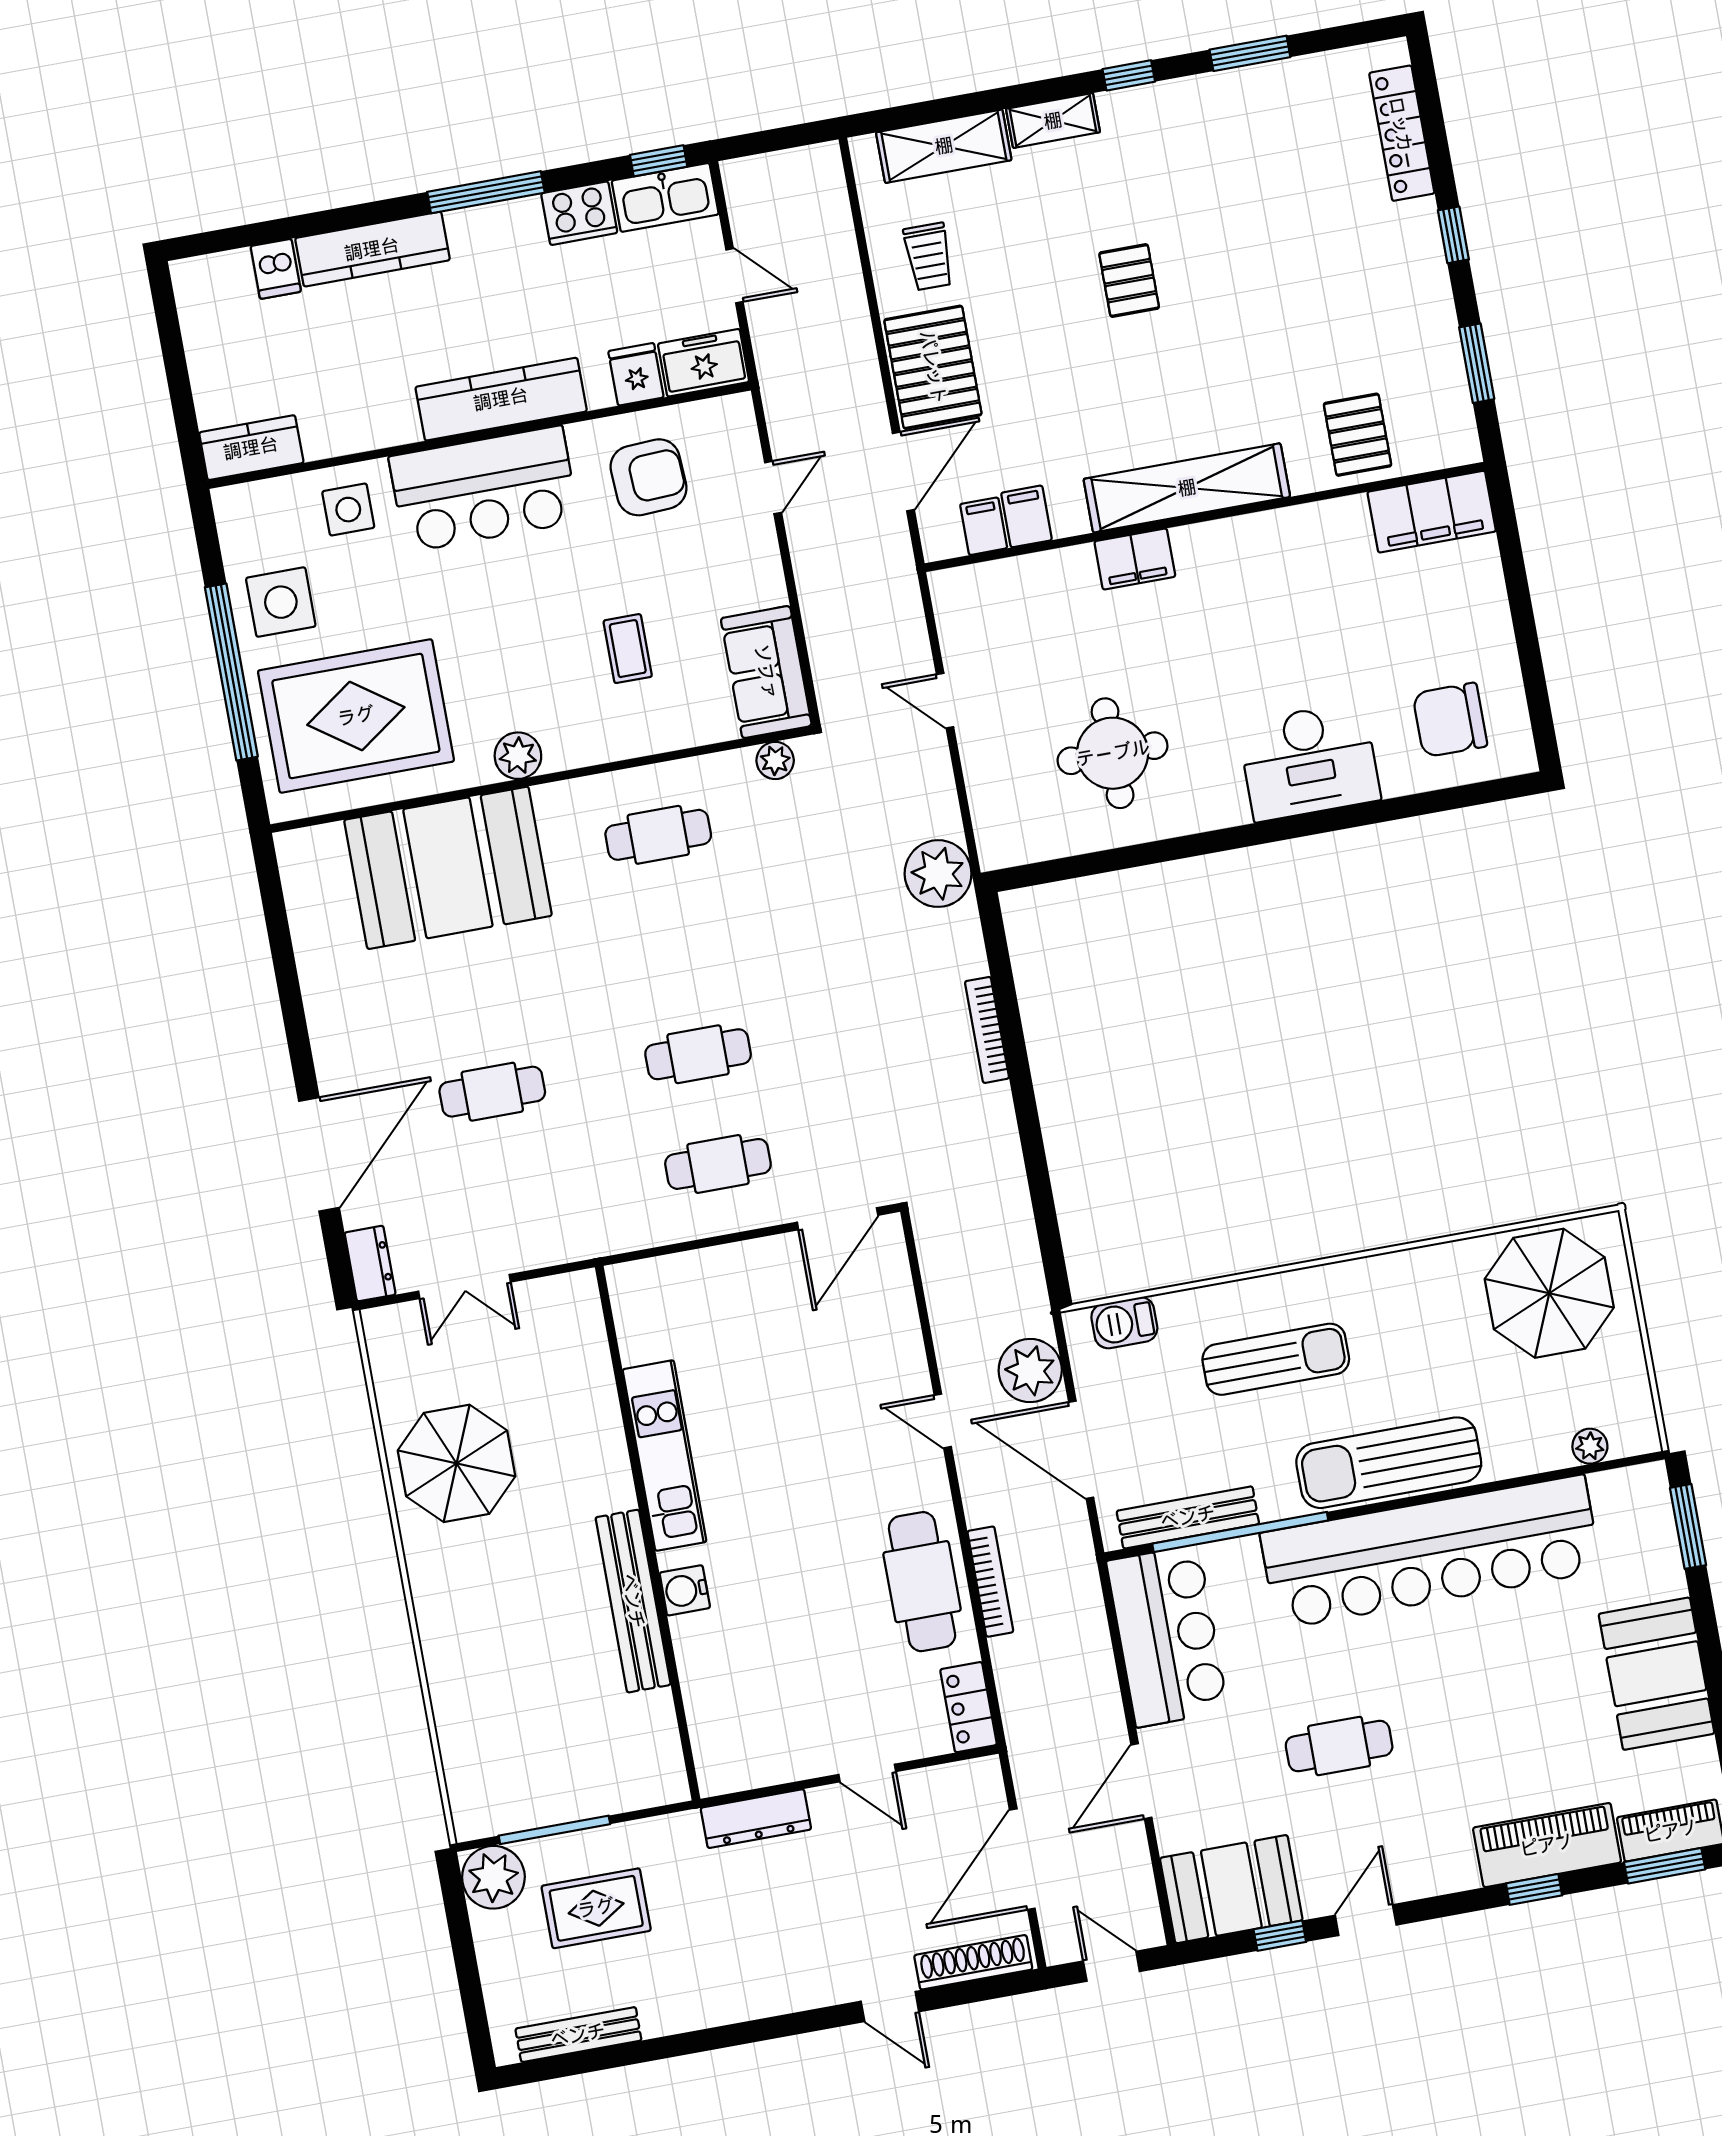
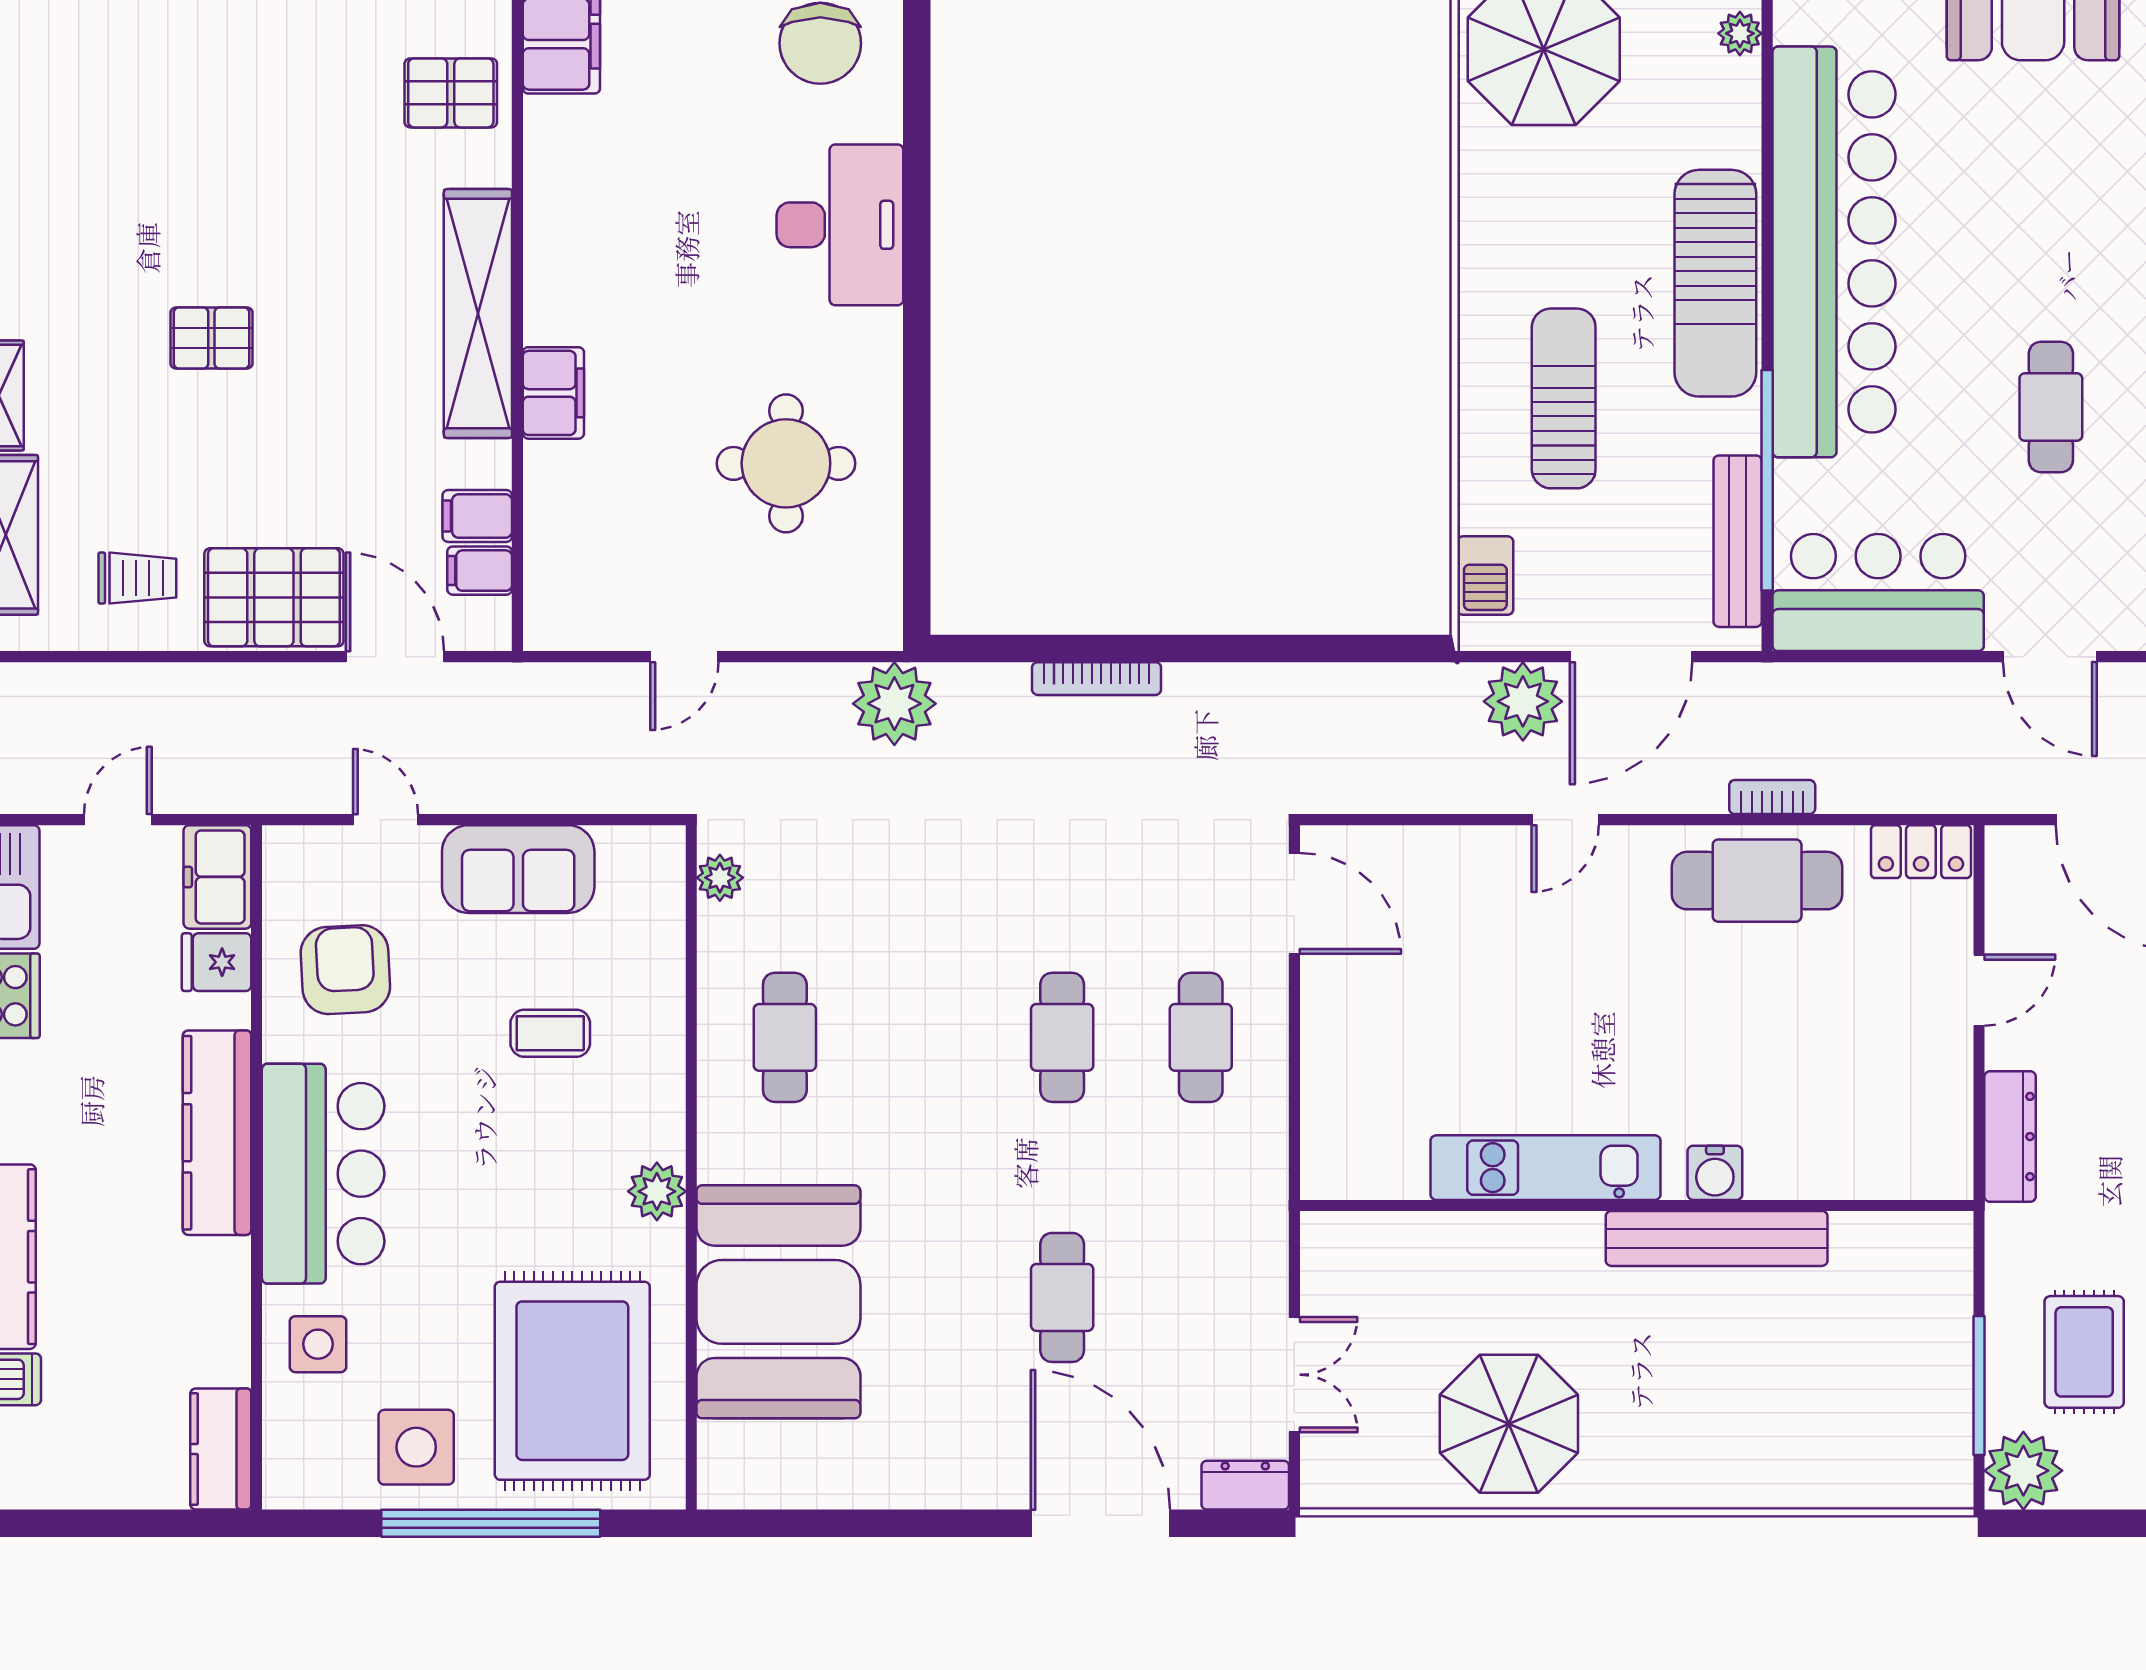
sofa: (766, 672) -> (518, 869), moved
bookcase: (990, 1582) -> (1772, 797), width x0.64

